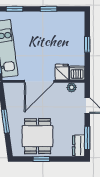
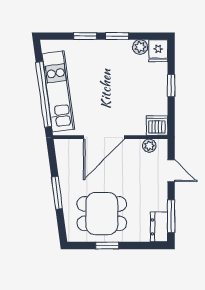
window: (15, 9) -> (85, 36), moved
plant: (65, 17) -> (140, 47), added
fridge: (62, 72) -> (158, 51), moved, turned 180
dining table: (38, 136) -> (102, 214), turned 90

